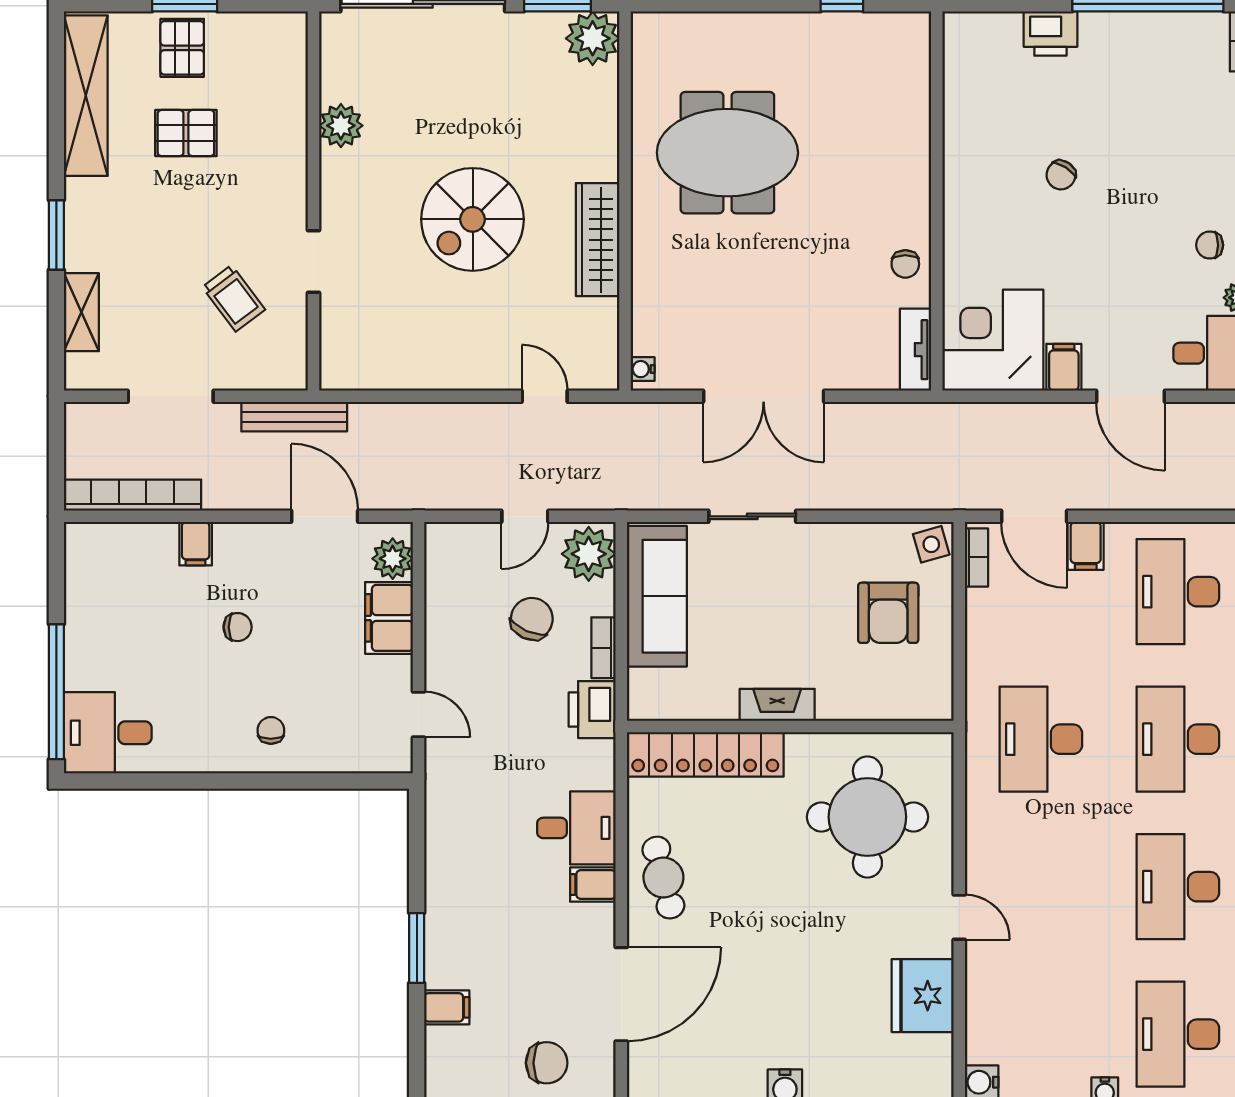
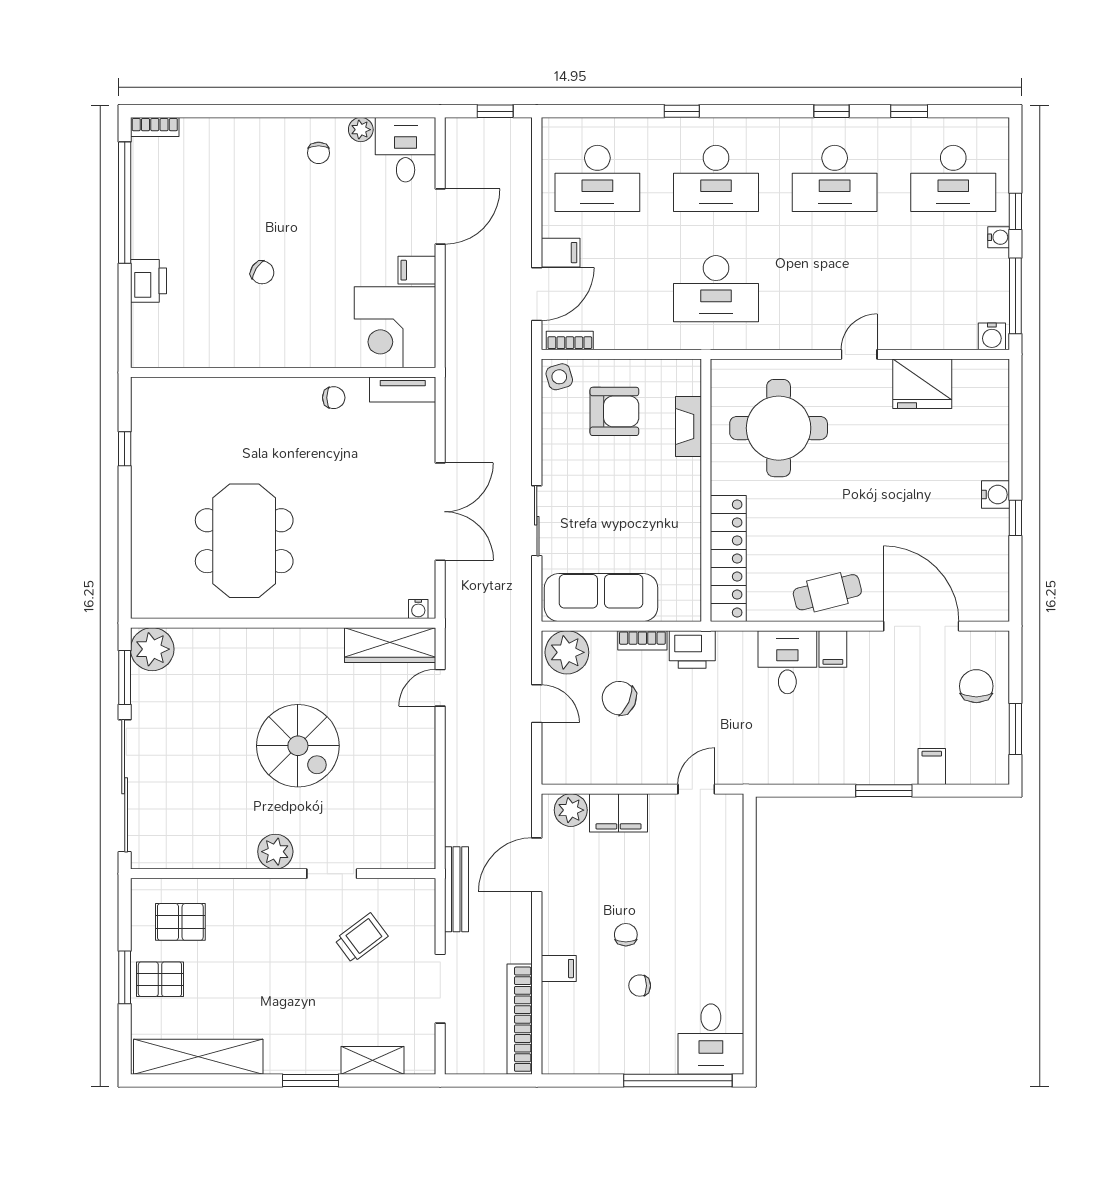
plant: (341, 126) -> (275, 852), moved
pallet: (186, 133) -> (180, 922), moved, turned 90
wardrobe: (598, 240) -> (390, 645), moved
fireplace: (777, 705) -> (688, 427), moved
chair: (271, 730) -> (640, 986), moved

